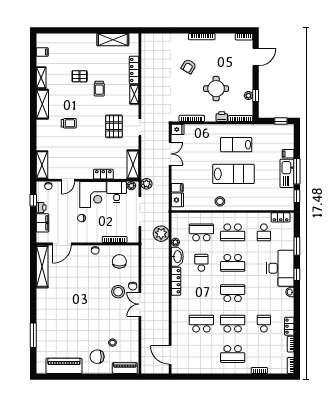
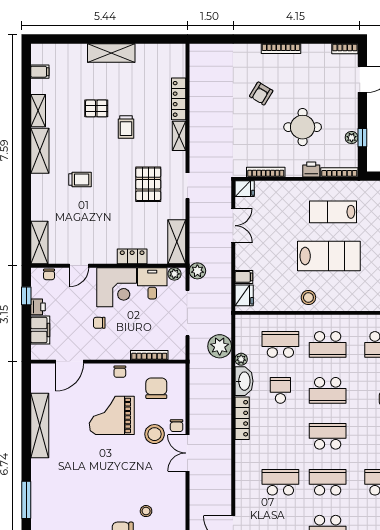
shelving: (113, 40) -> (111, 53), moved
shelving: (42, 266) -> (40, 426), moved
grand piano: (90, 279) -> (112, 415), added

